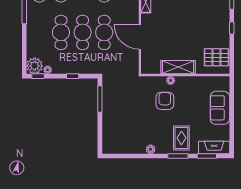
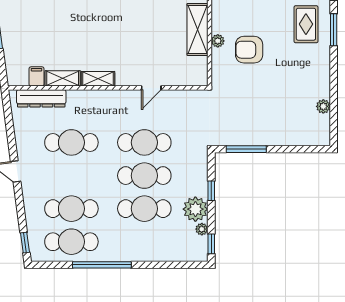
door: (140, 37) -> (151, 88), width x0.53
plant: (35, 66) -> (195, 209), moved
rug: (181, 138) -> (306, 24), turned 90
plant: (151, 149) -> (323, 106), moved

